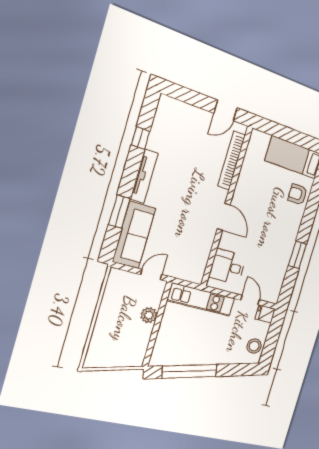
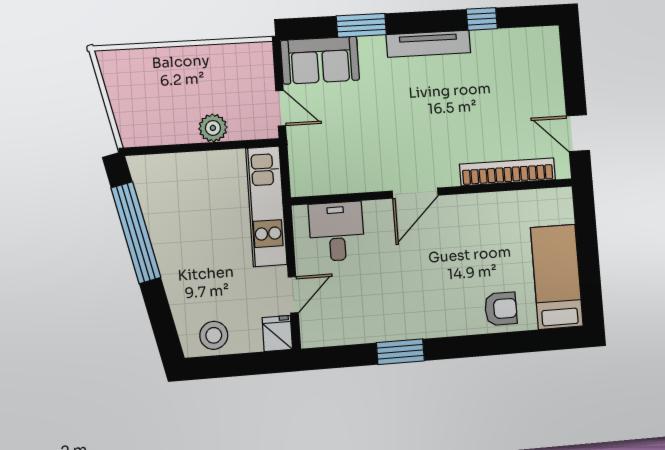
armchair: (298, 194) -> (501, 309), turned 90
sofa: (134, 235) -> (320, 60), width x0.73

